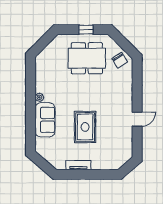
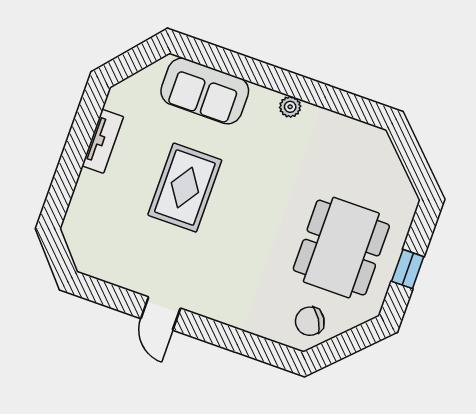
sofa: (45, 120) -> (205, 91), moved
rug: (85, 127) -> (185, 188), turned 90

